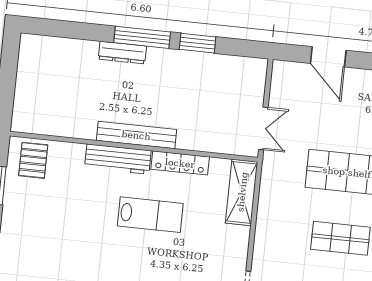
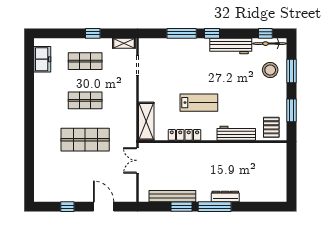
bench: (136, 135) -> (172, 196), moved
workbench: (118, 159) -> (236, 133), moved
lab bench: (150, 215) -> (199, 103), turned 180
stool: (25, 257) -> (270, 70), added

